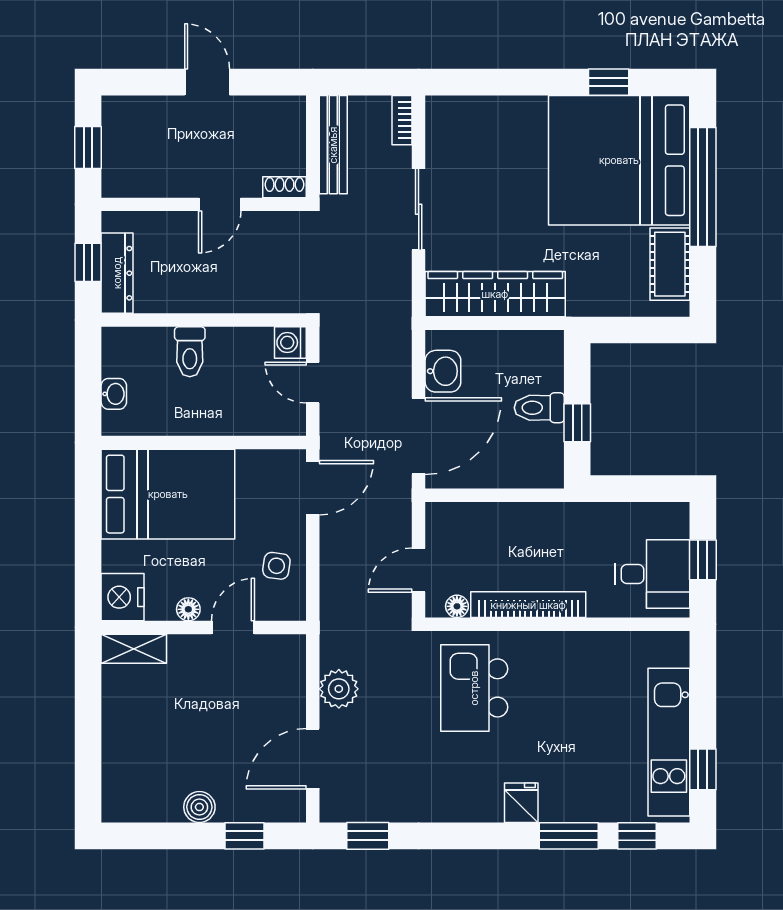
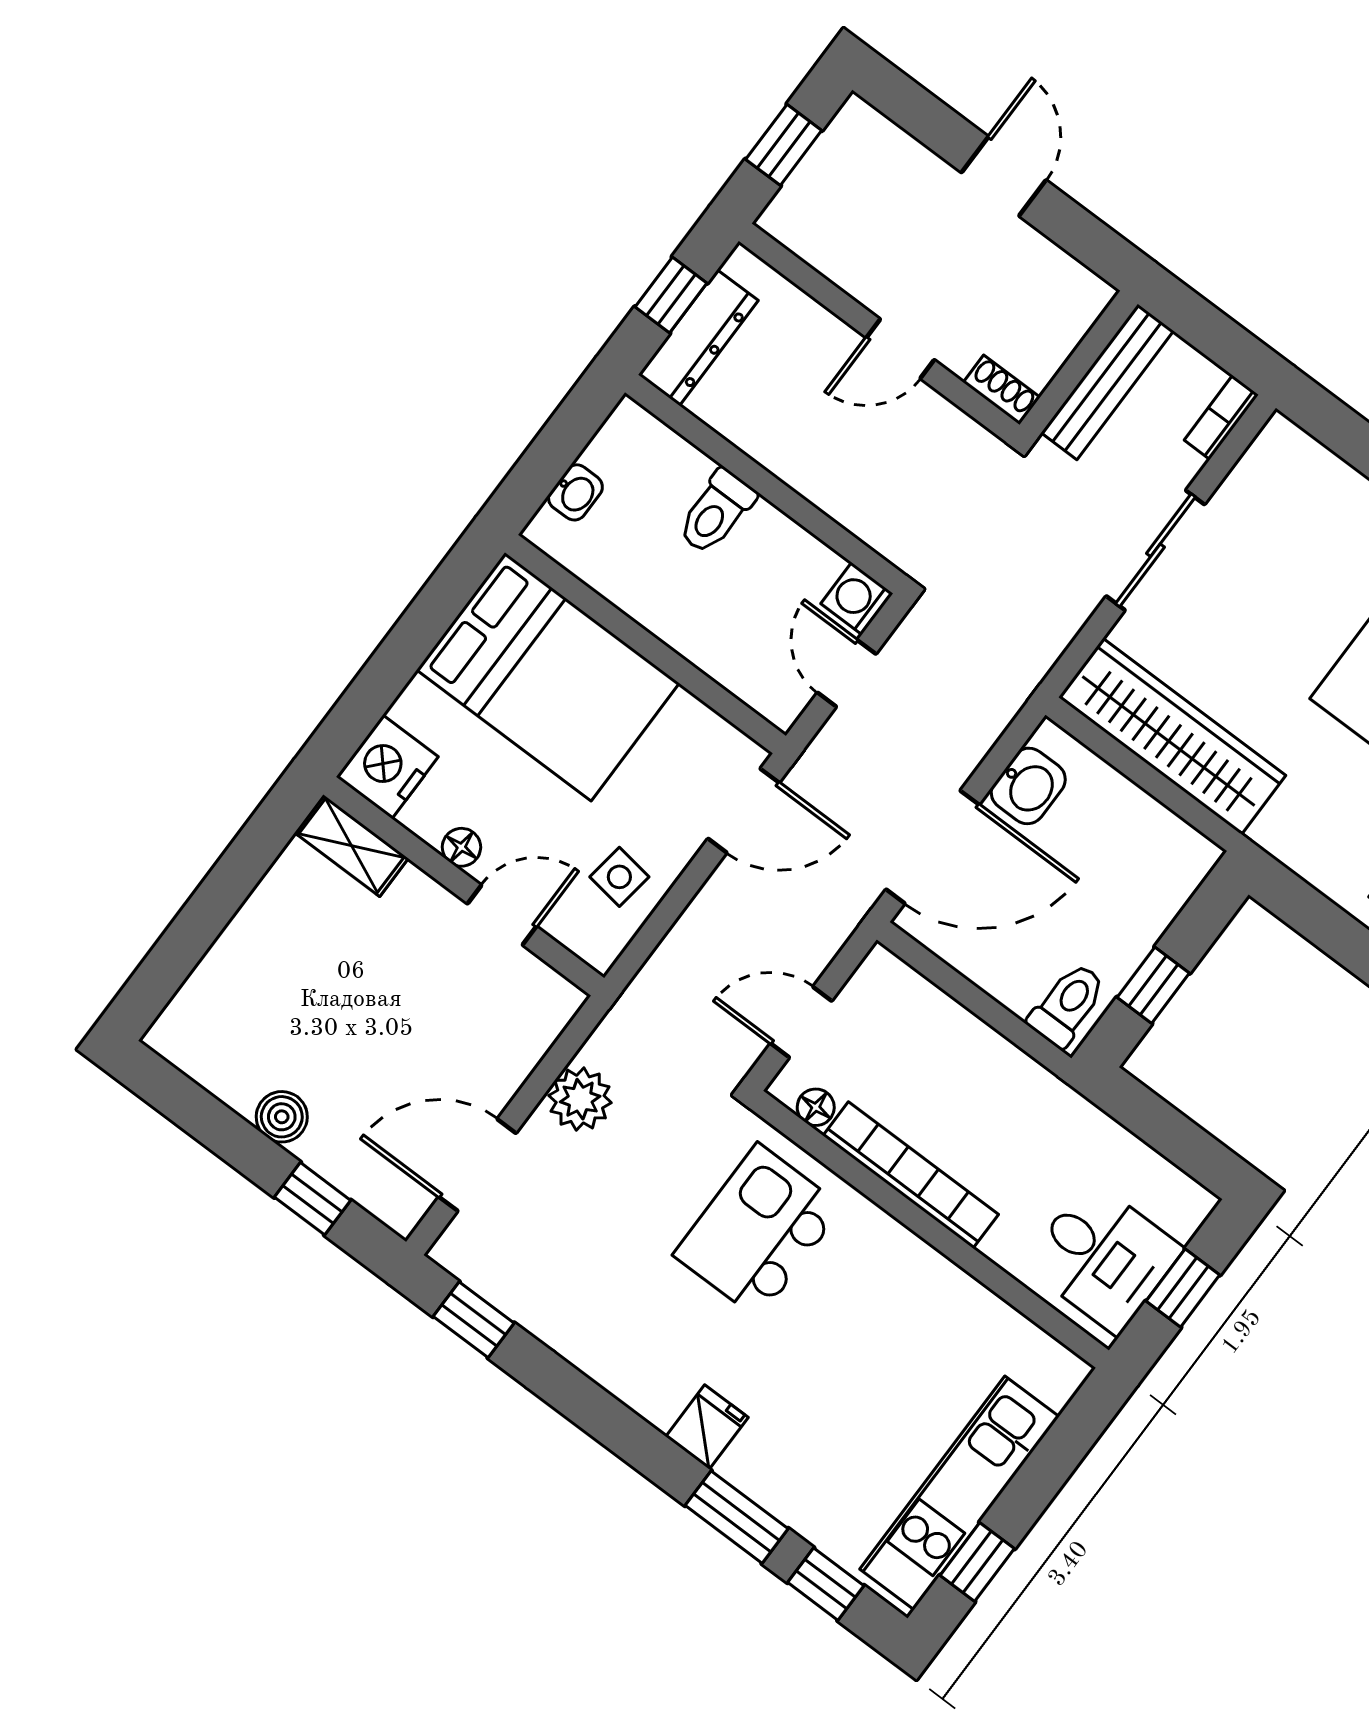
toilet: (539, 408) -> (1067, 1005), moved, turned 90

